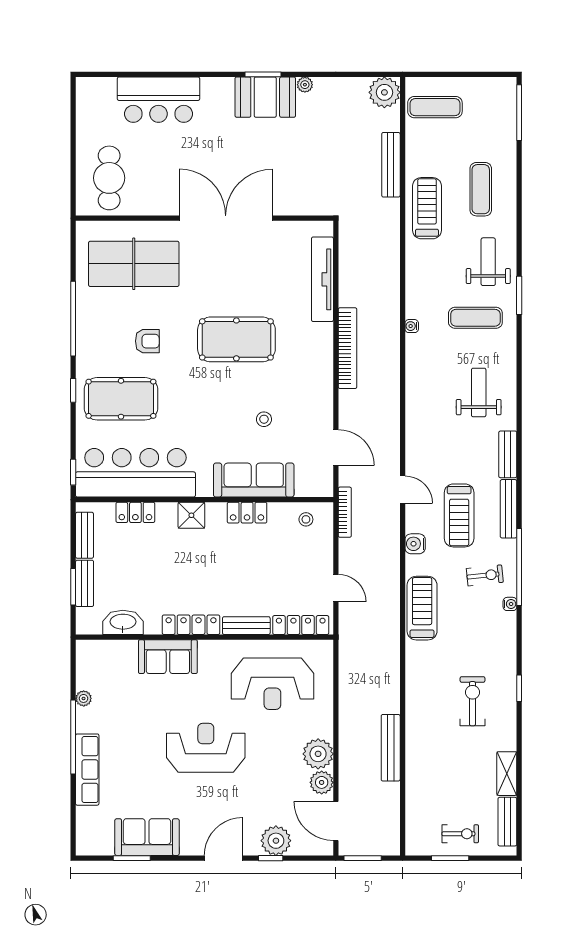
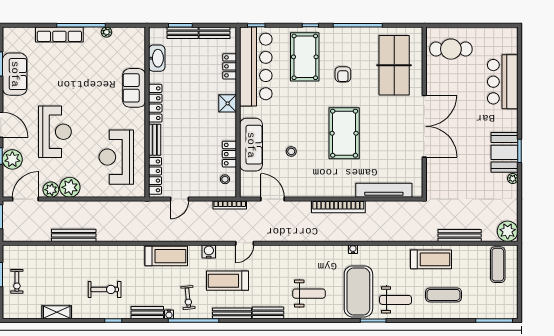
exercise mat: (475, 318) -> (358, 291), width x2.00, depth x1.45
door: (336, 448) -> (273, 199), swing flipped
locker: (247, 513) -> (229, 154), moved
reception desk: (206, 748) -> (55, 132), moved
bench: (507, 822) -> (147, 313), moved

